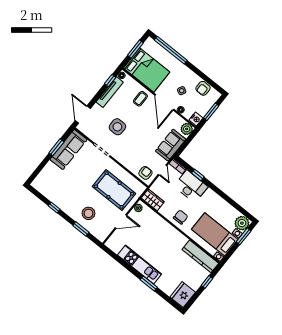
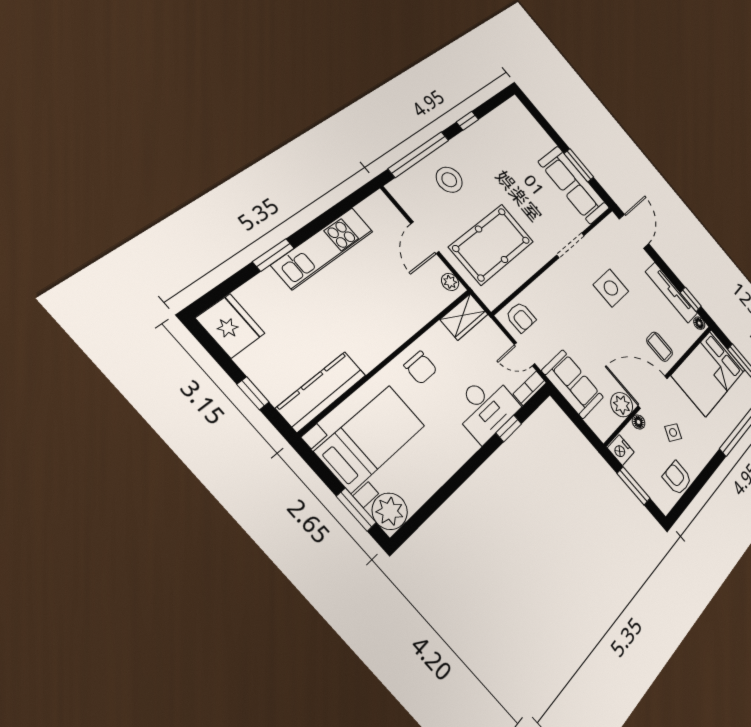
door: (83, 115) -> (634, 231), hinge flipped
plant: (187, 129) -> (622, 405), moved
window: (81, 229) -> (419, 154), width x2.11

